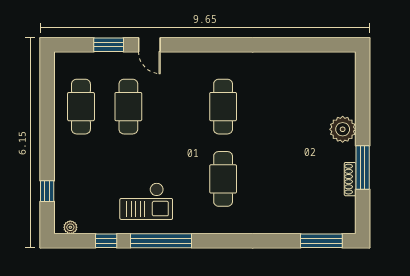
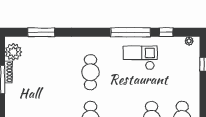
plant: (343, 129) -> (13, 52), moved
window: (321, 241) -> (41, 32), moved

